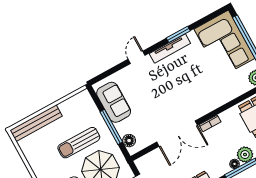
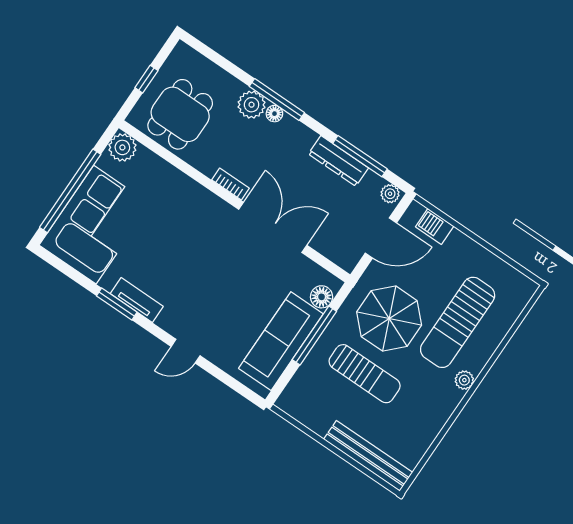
tv unit: (170, 49) -> (137, 300), width x0.71
sofa: (114, 102) -> (281, 341), width x1.36

